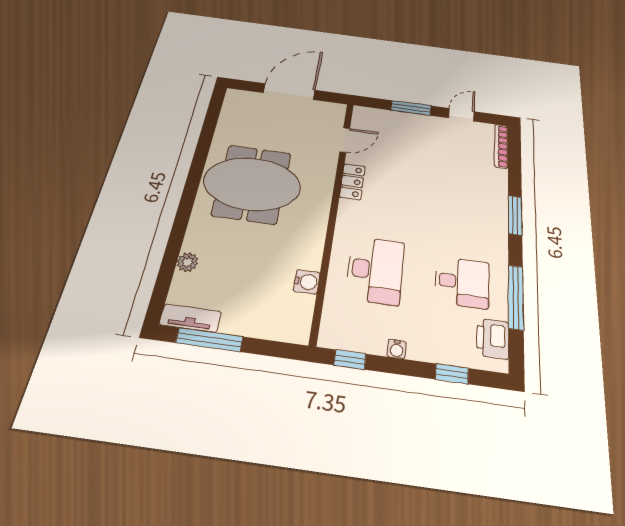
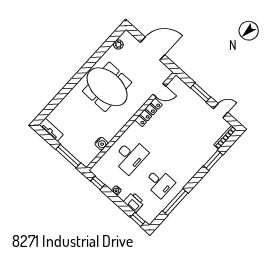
locker: (352, 182) -> (148, 112), width x1.53
window: (515, 215) -> (213, 160), moved
plant: (188, 262) -> (118, 44), moved
printer: (493, 339) -> (134, 202), moved, turned 90
window: (209, 340) -> (68, 156), moved
window: (452, 374) -> (138, 219), moved

